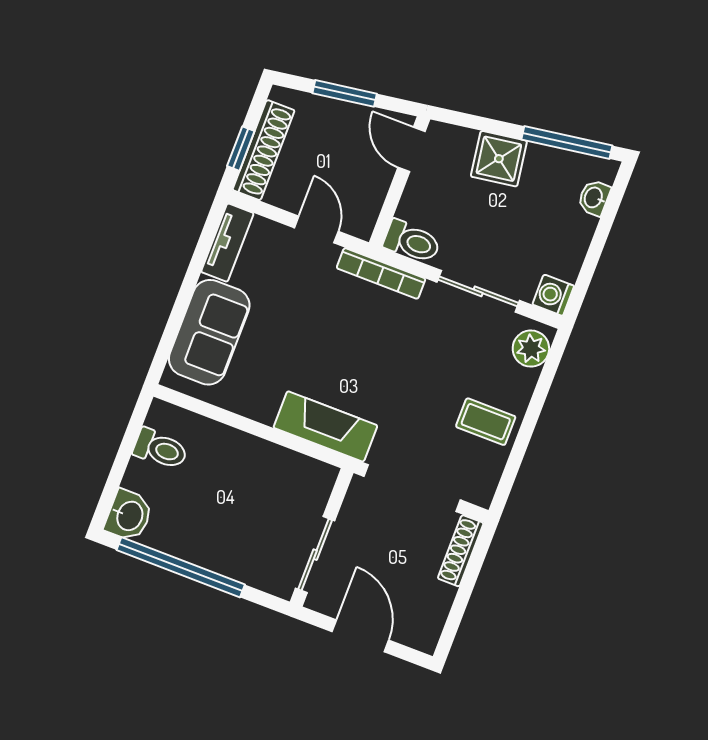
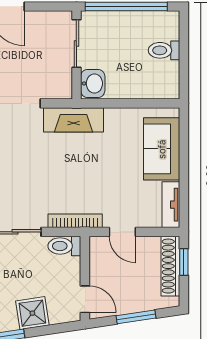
toilet: (160, 449) -> (164, 50), moved
washbasin: (129, 516) -> (93, 83), moved, turned 180
wall: (322, 537) -> (76, 55), moved
sliding door: (315, 555) -> (76, 43), moved

